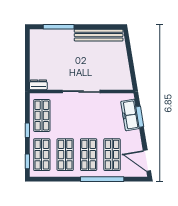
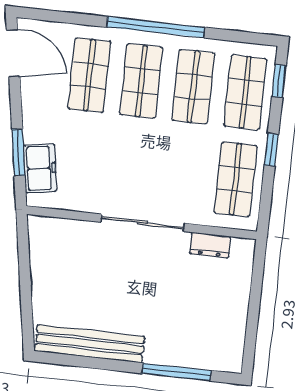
dresser: (38, 85) -> (210, 245), moved
freezer: (130, 115) -> (40, 168), width x0.71
window: (102, 179) -> (156, 27), moved

